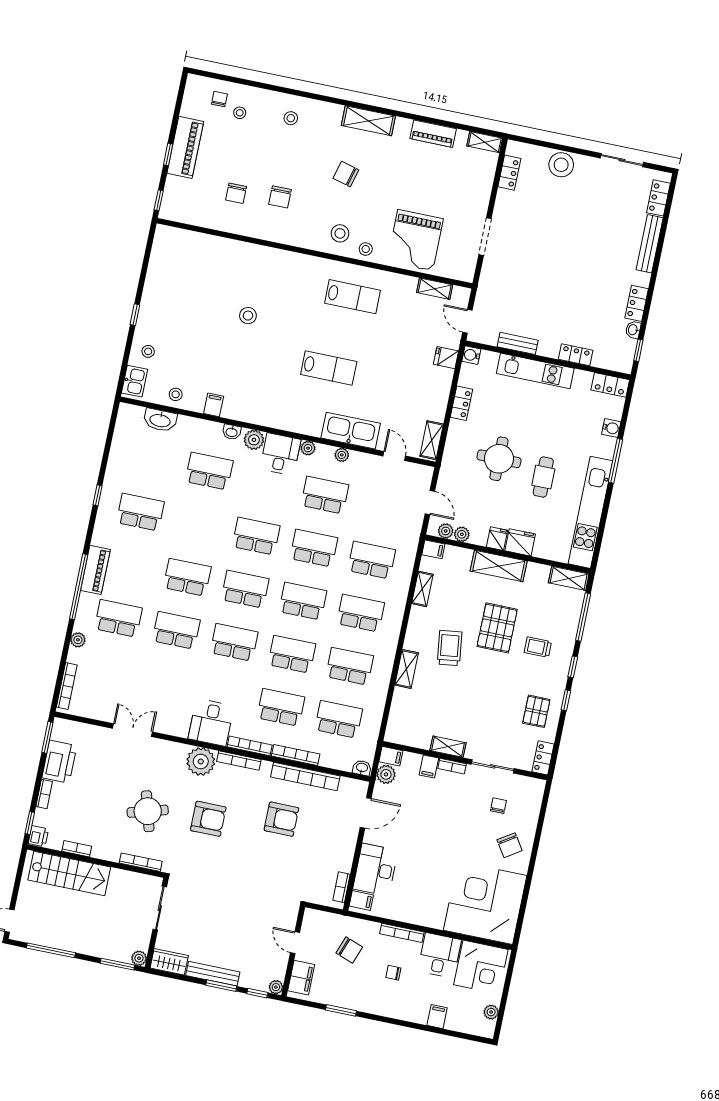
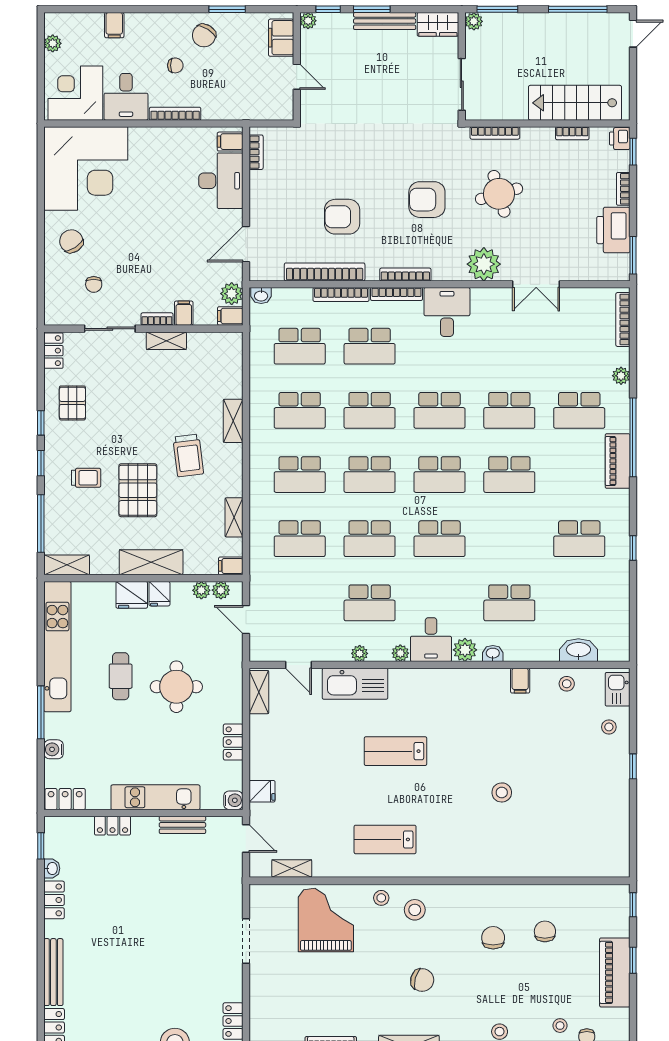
plant: (201, 761) -> (484, 264), moved
chair: (349, 950) -> (204, 35), moved, turned -78

